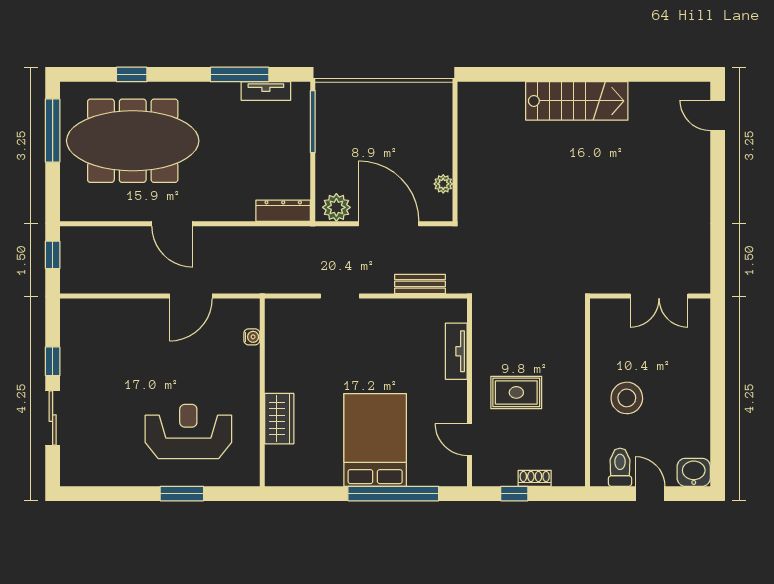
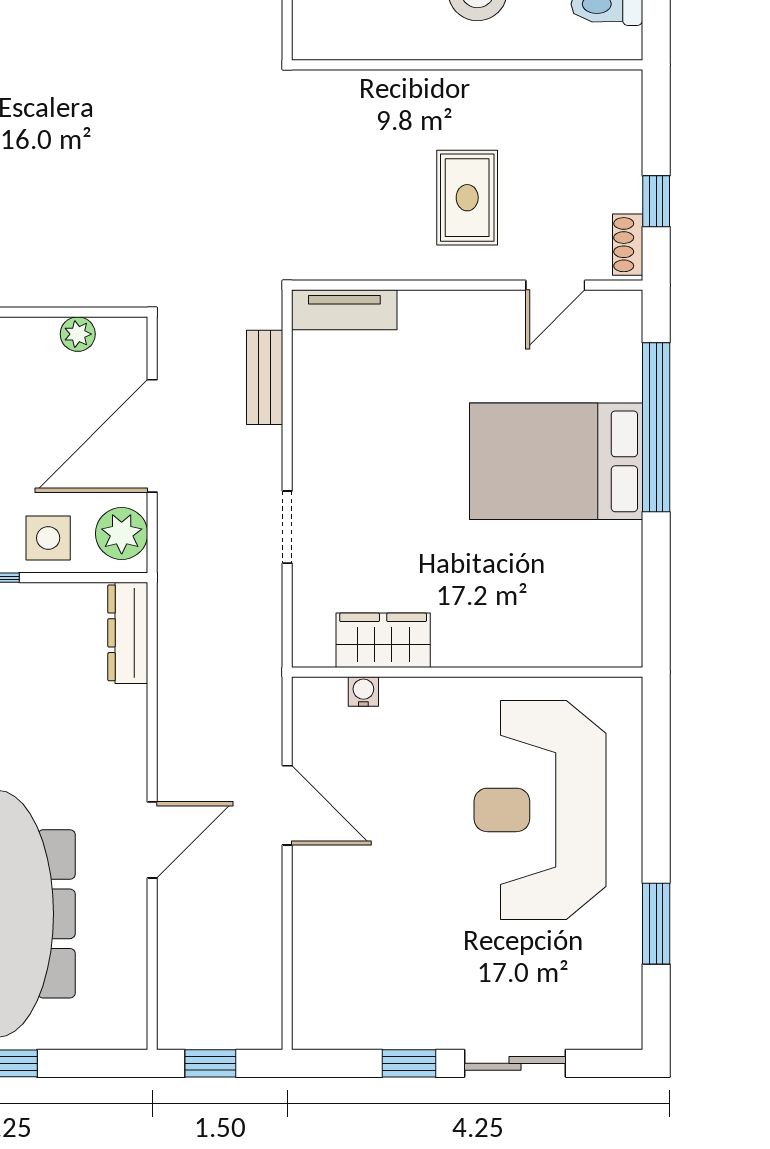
side table: (334, 168) -> (48, 538), added
tv unit: (456, 351) -> (344, 310), moved
wardrobe: (279, 419) -> (383, 640), moved
reception desk: (188, 431) -> (540, 810), width x1.36, depth x1.30
shoe rack: (535, 478) -> (628, 245), moved
window: (182, 494) -> (656, 924), moved

